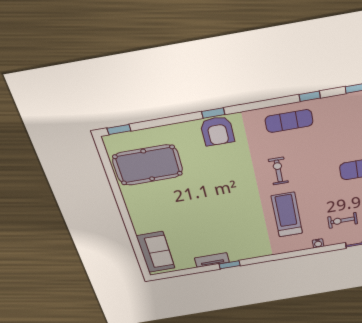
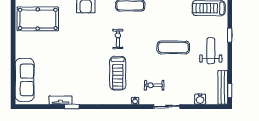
treadmill: (287, 215) -> (118, 73), turned 180
sofa: (156, 252) -> (25, 80), width x1.36

